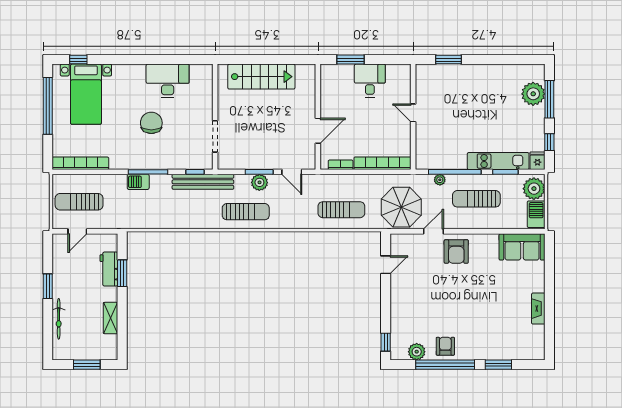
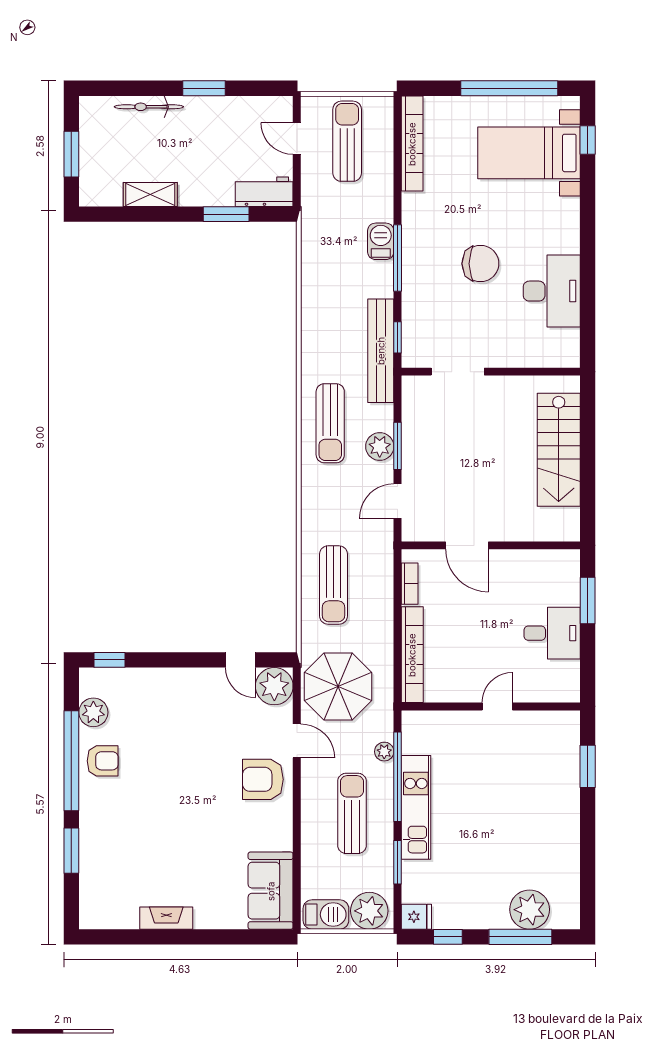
kitchen unit: (498, 161) -> (416, 807), moved
plant: (401, 245) -> (274, 686), added
workbench: (109, 269) -> (264, 192), moved

